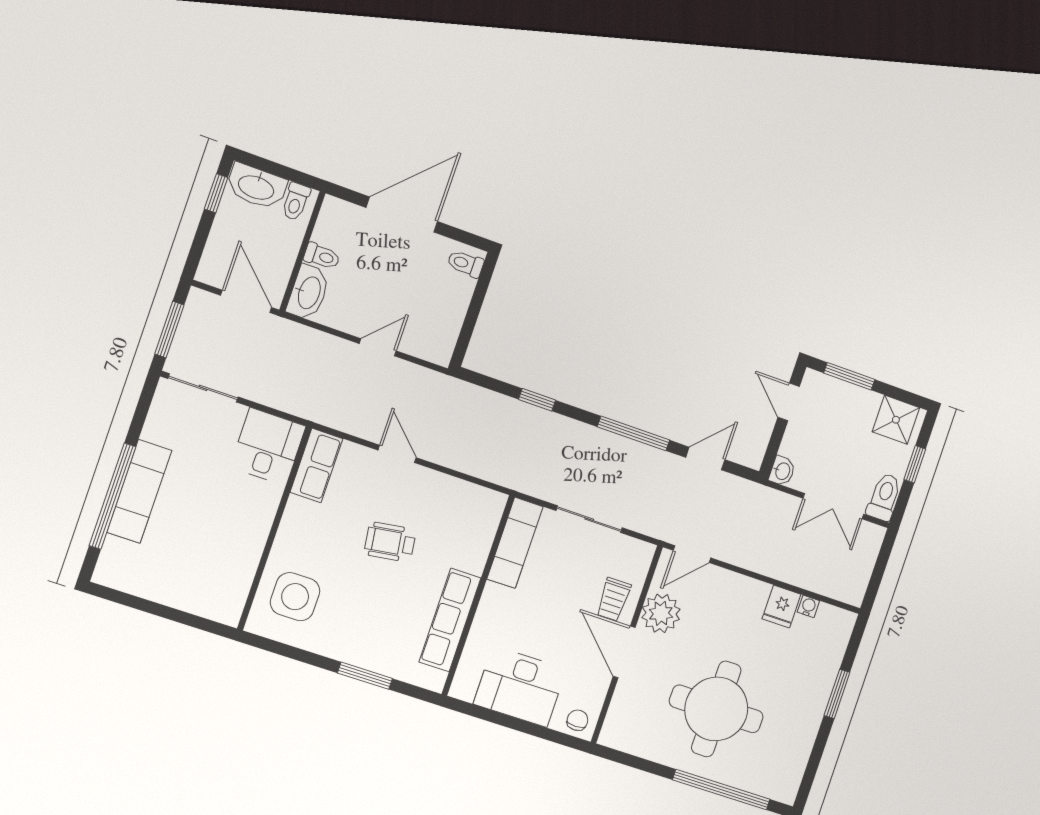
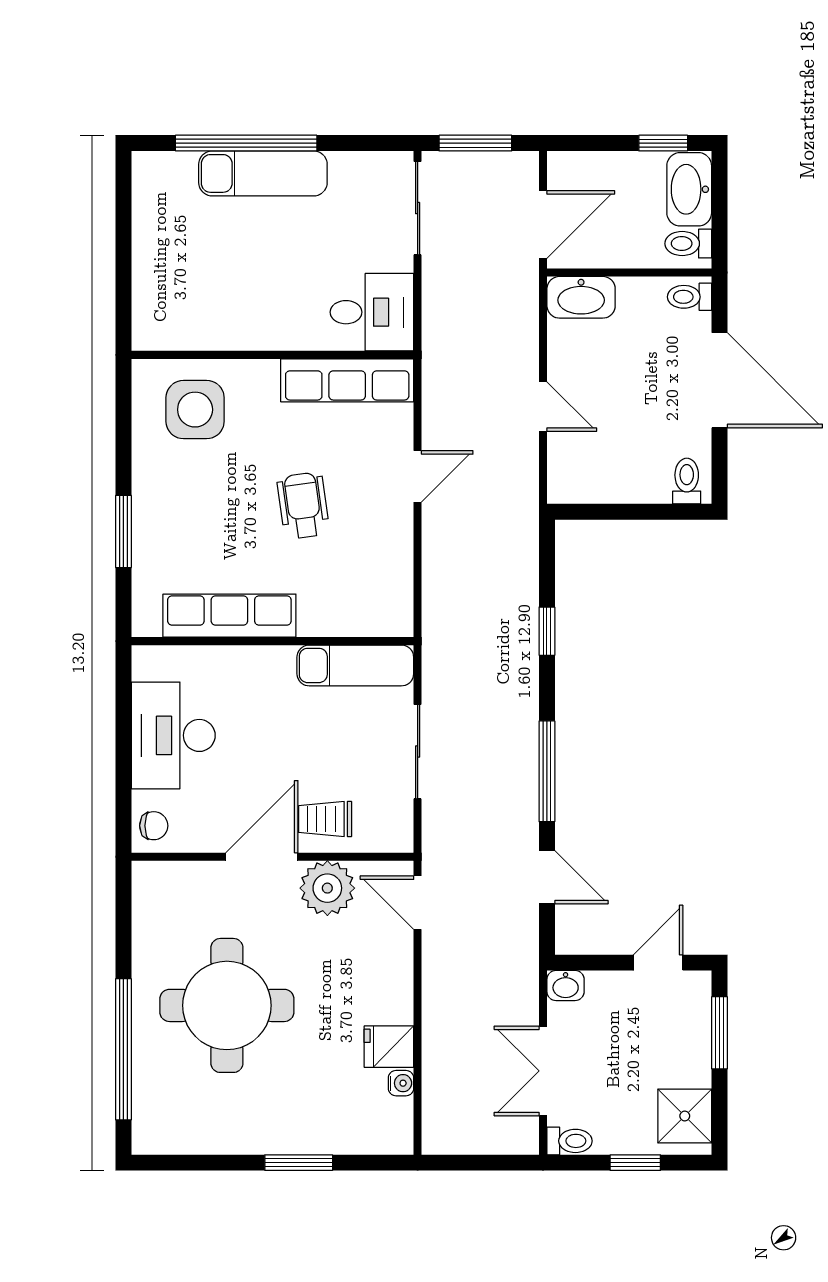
toilet: (322, 256) -> (690, 297), moved, turned 90
row of seats: (316, 465) -> (347, 380), width x1.48
toilet: (884, 497) -> (570, 1141), width x0.73, depth x0.72

